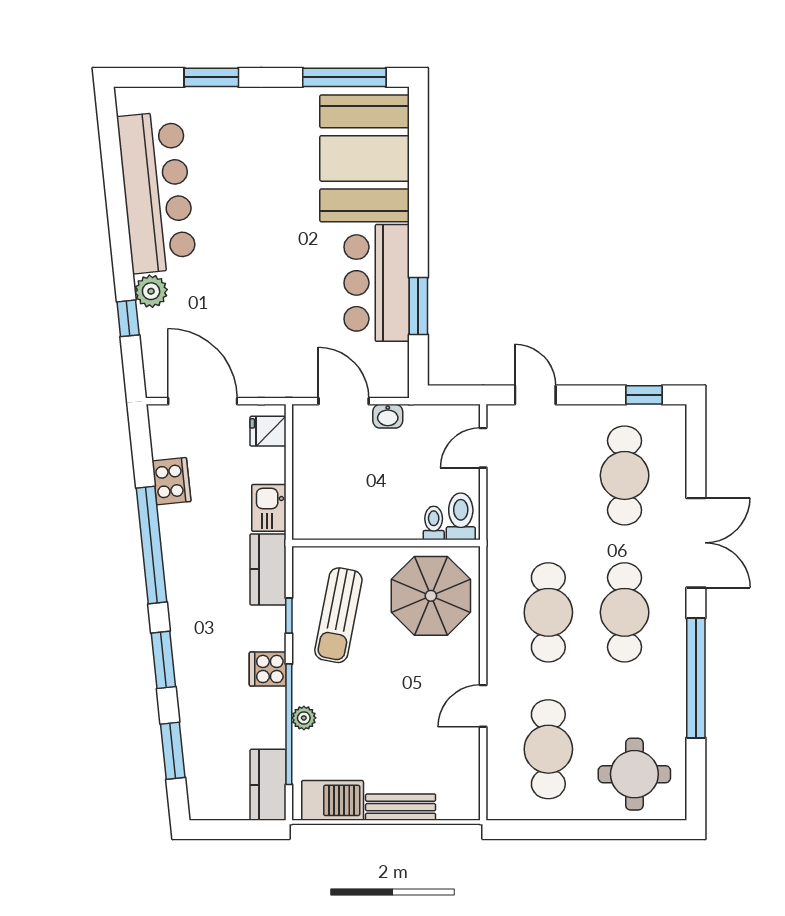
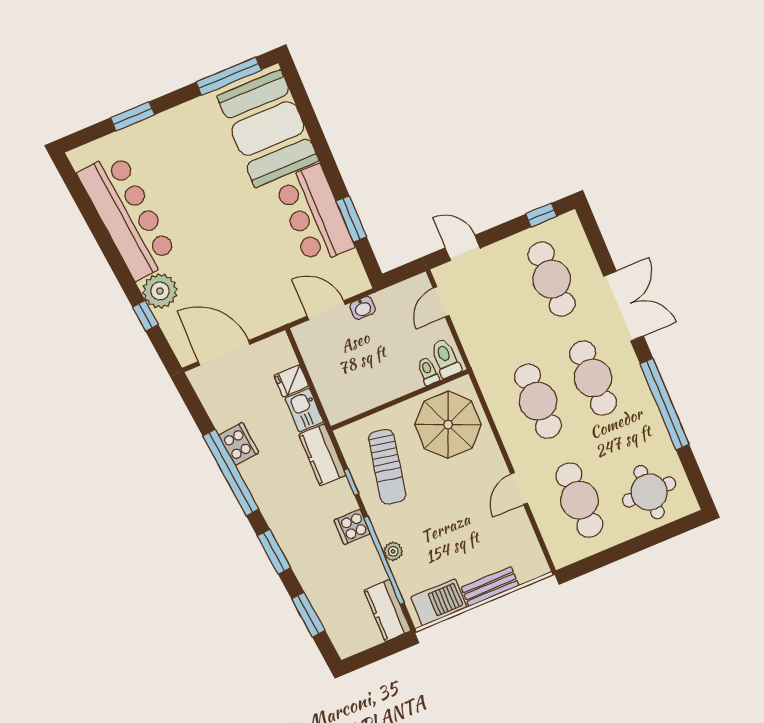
plant: (151, 291) -> (160, 291), width x1.36, depth x1.36
fridge: (268, 431) -> (291, 381), moved
cooker: (172, 481) -> (239, 444), moved

